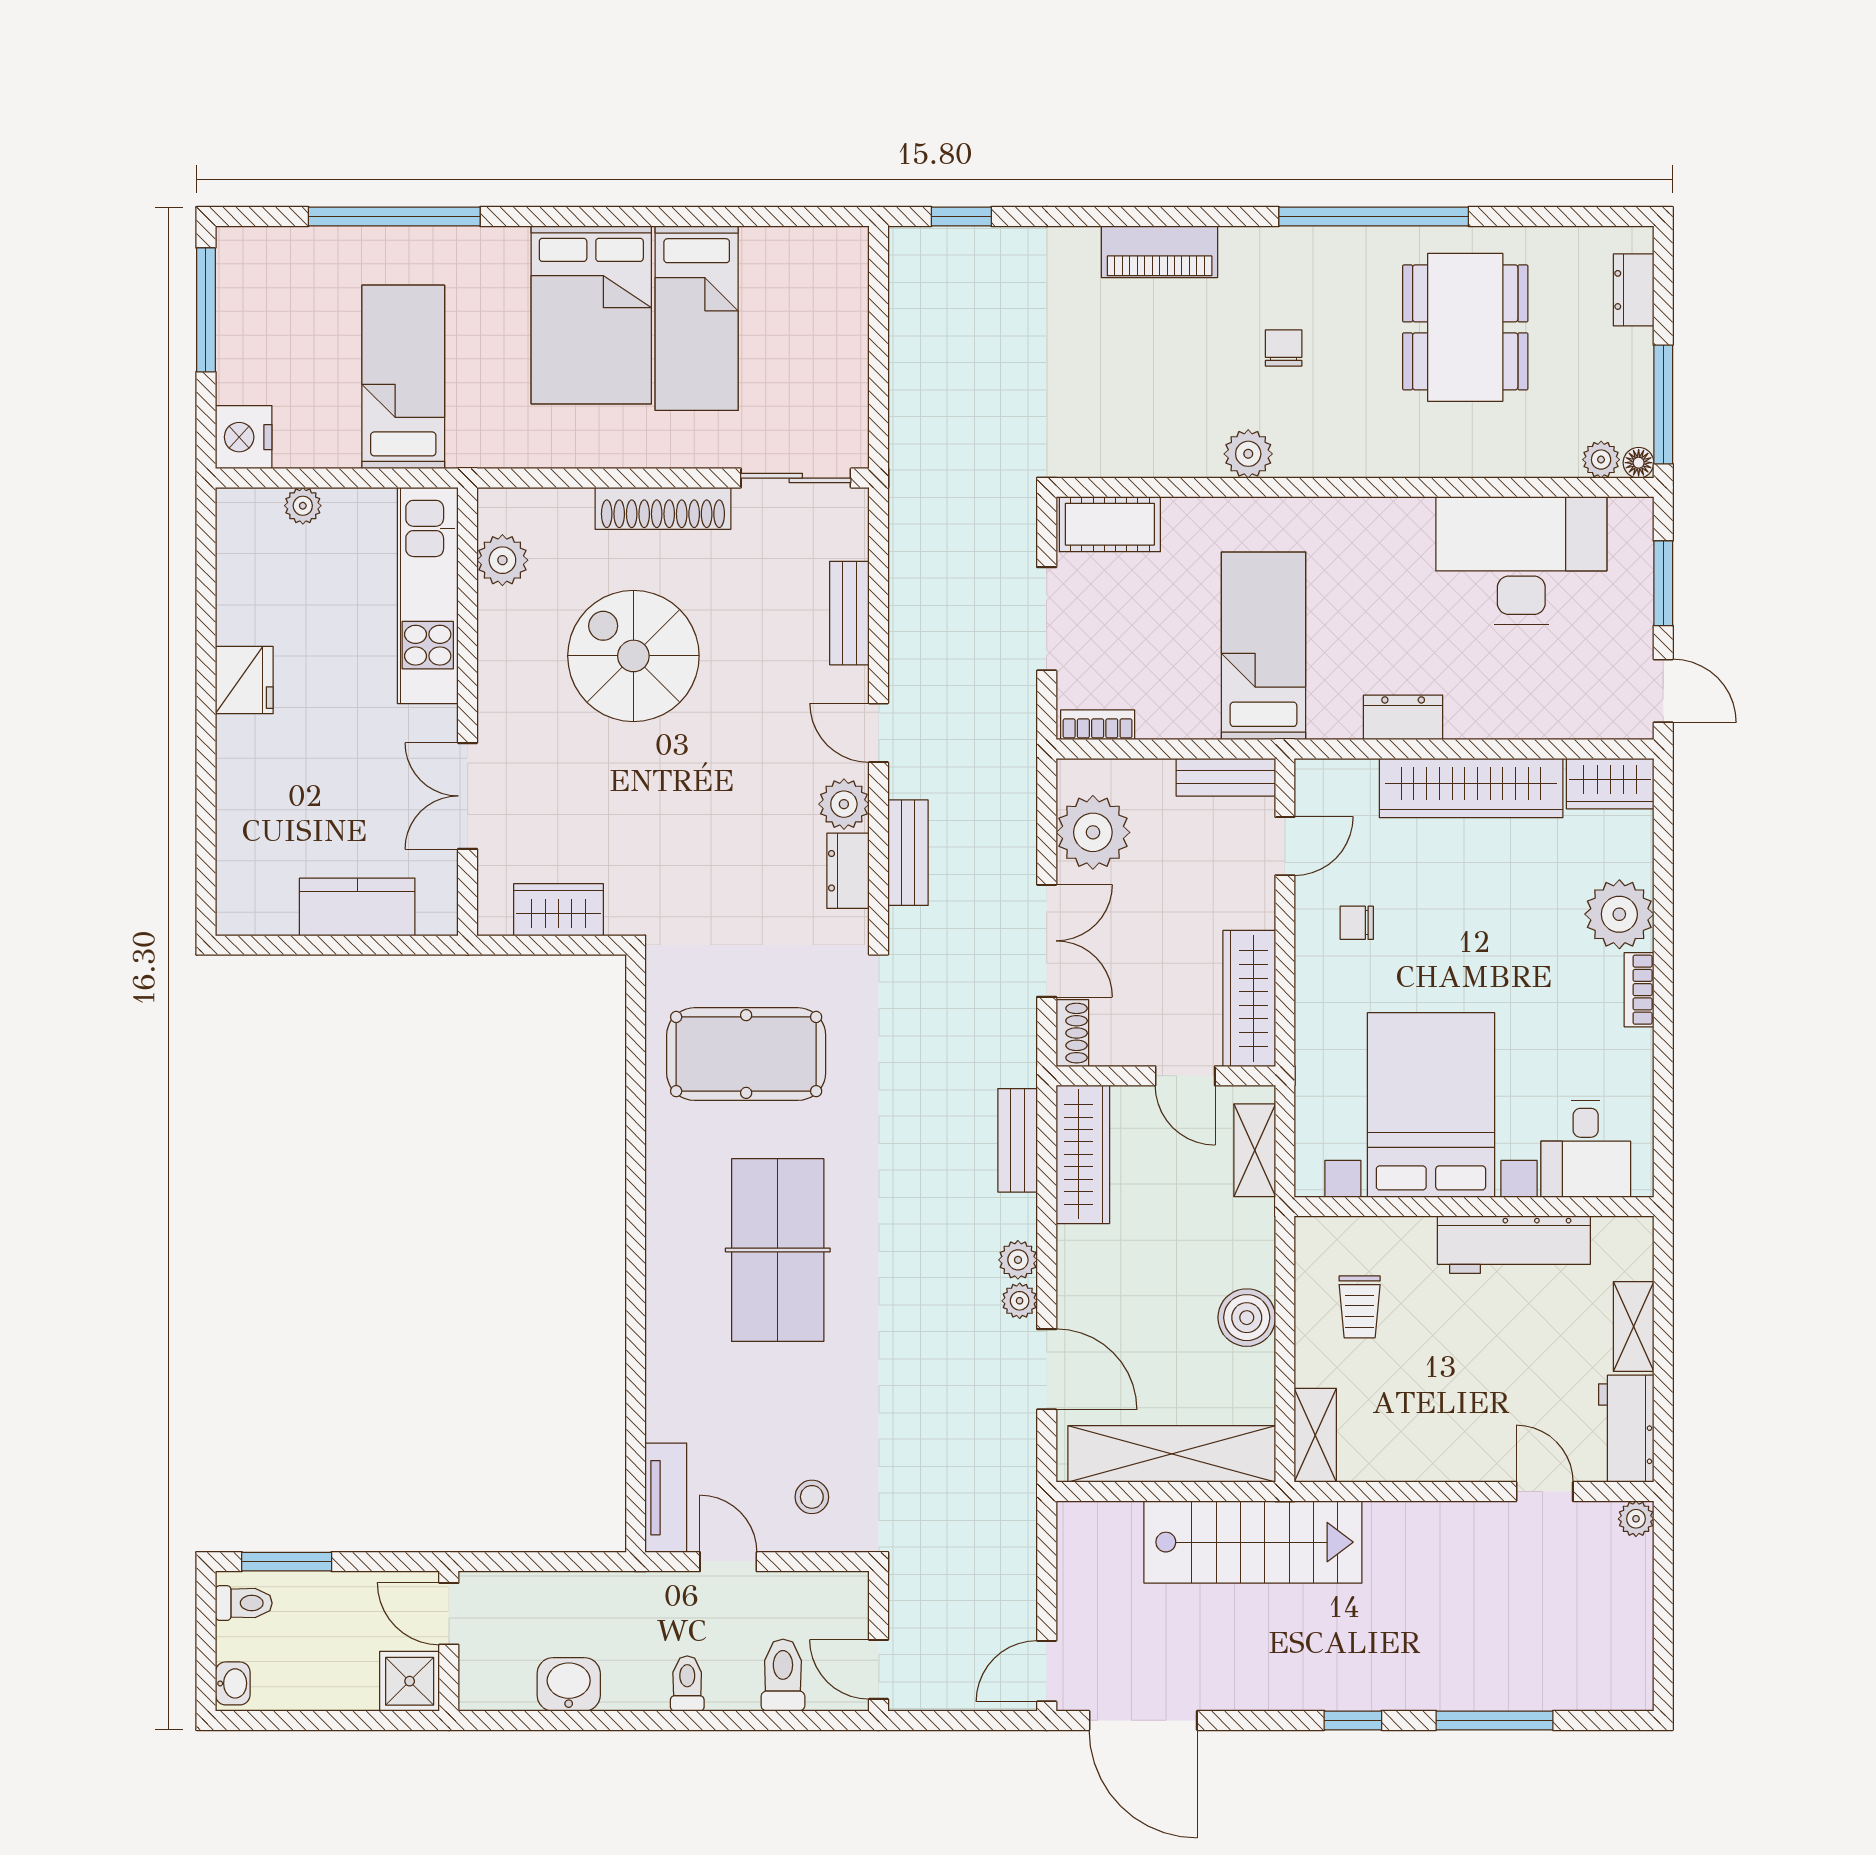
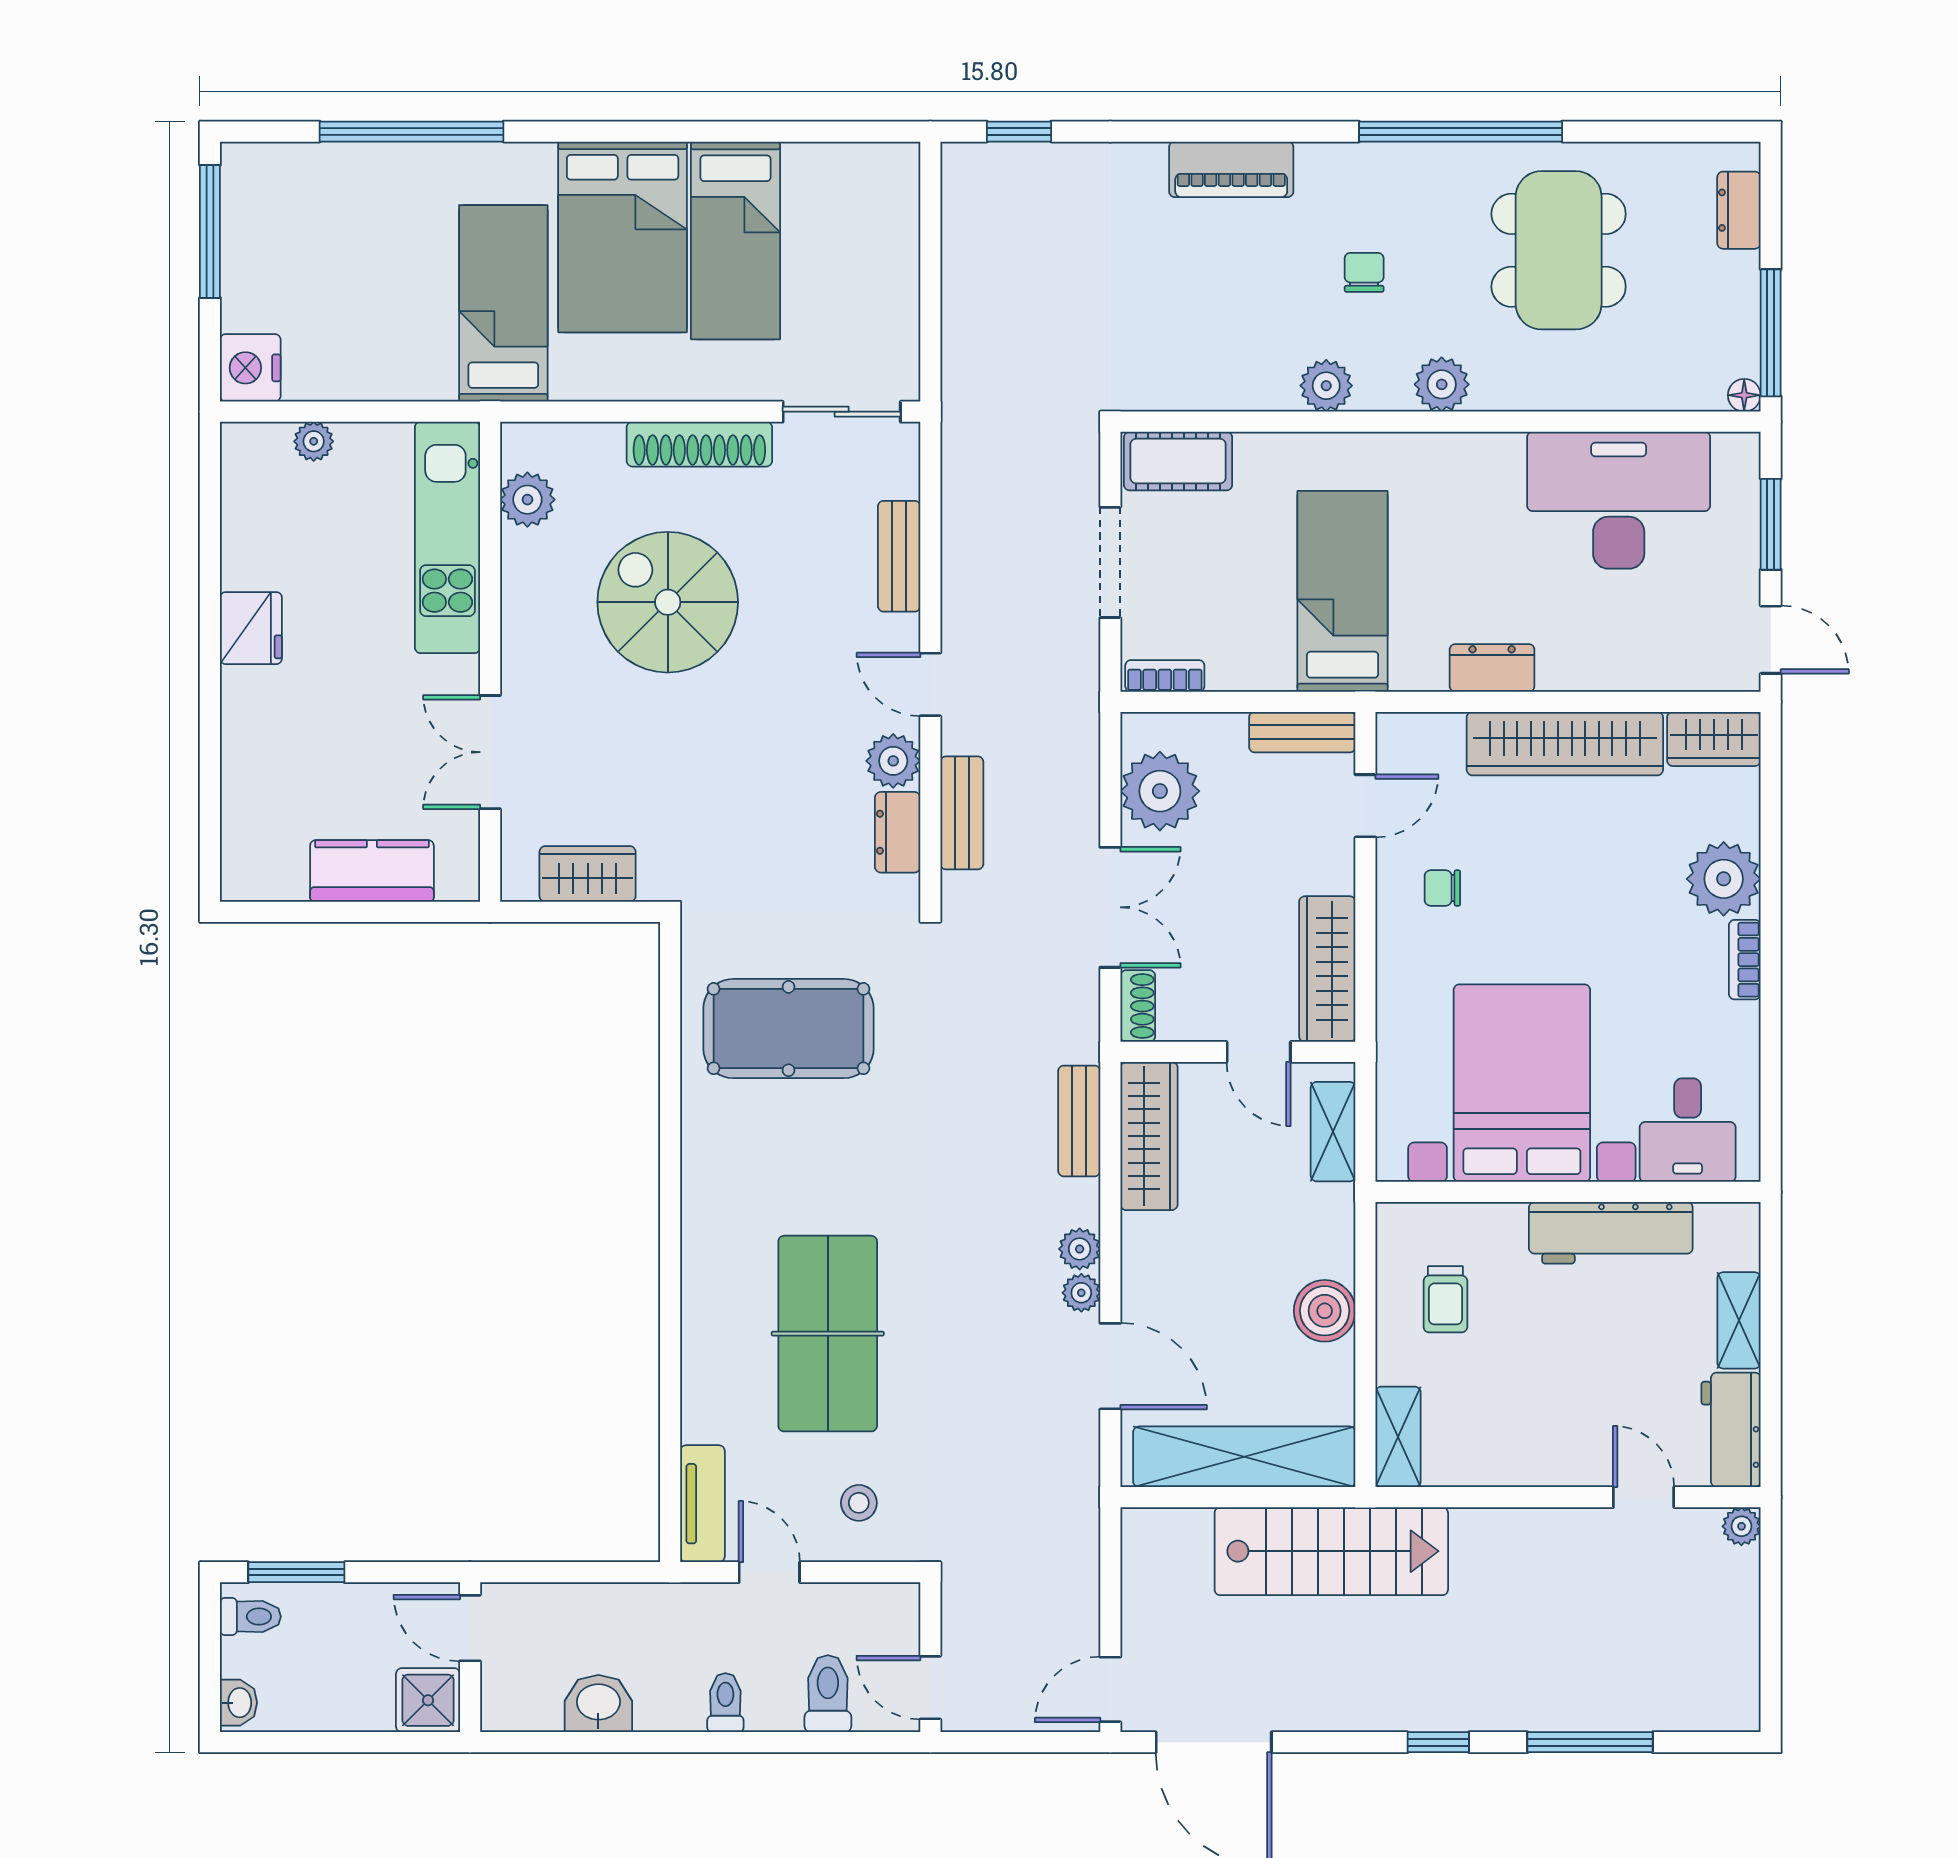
bed: (403, 377) -> (503, 303), moved
plant: (1601, 460) -> (1442, 384), moved, width x1.38, depth x1.38
table tennis table: (778, 1250) -> (828, 1334), moved

